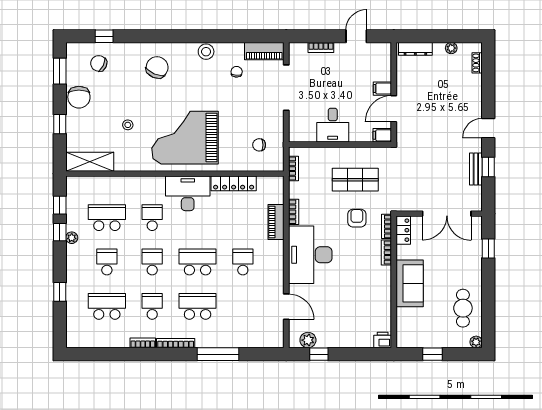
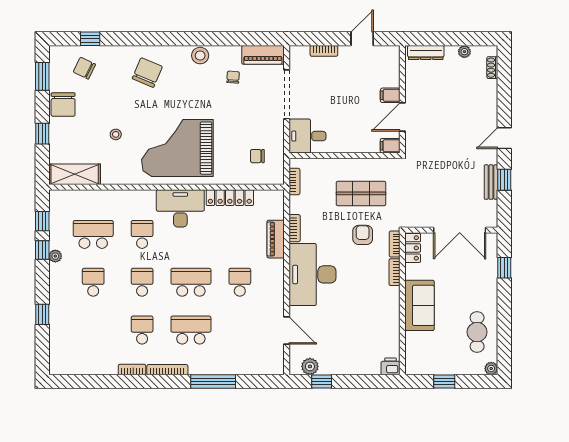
desk: (333, 125) -> (307, 136), moved, turned 90
school desk: (107, 306) -> (93, 330), removed

